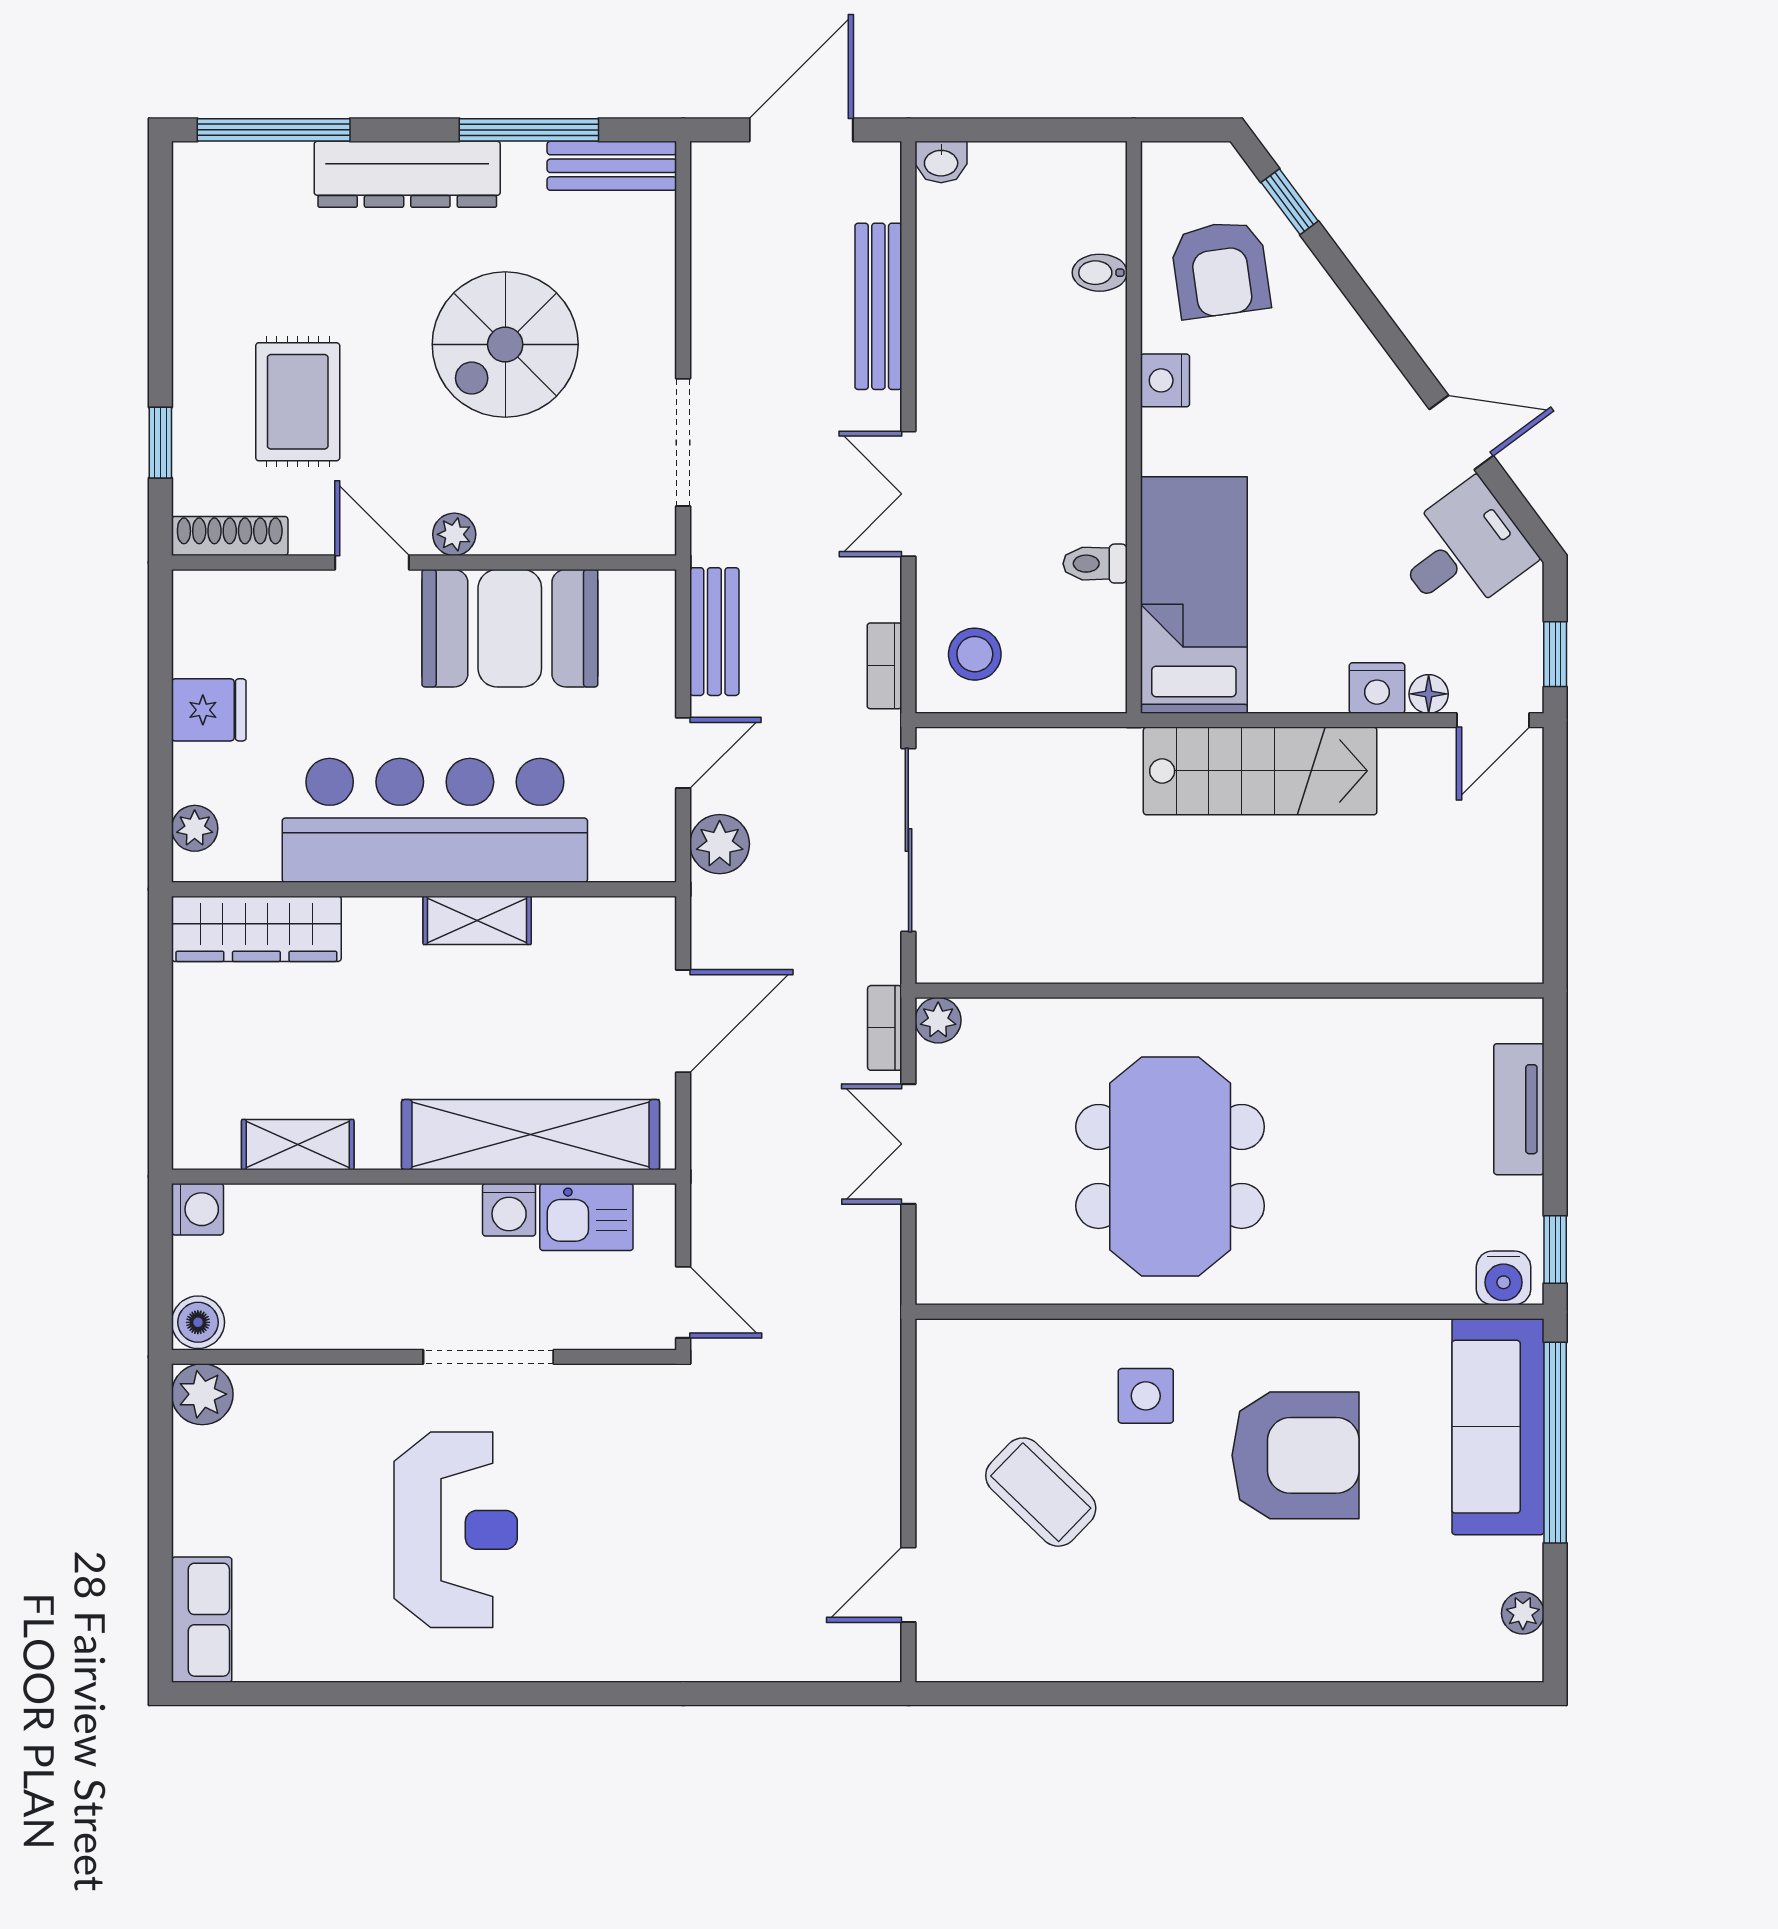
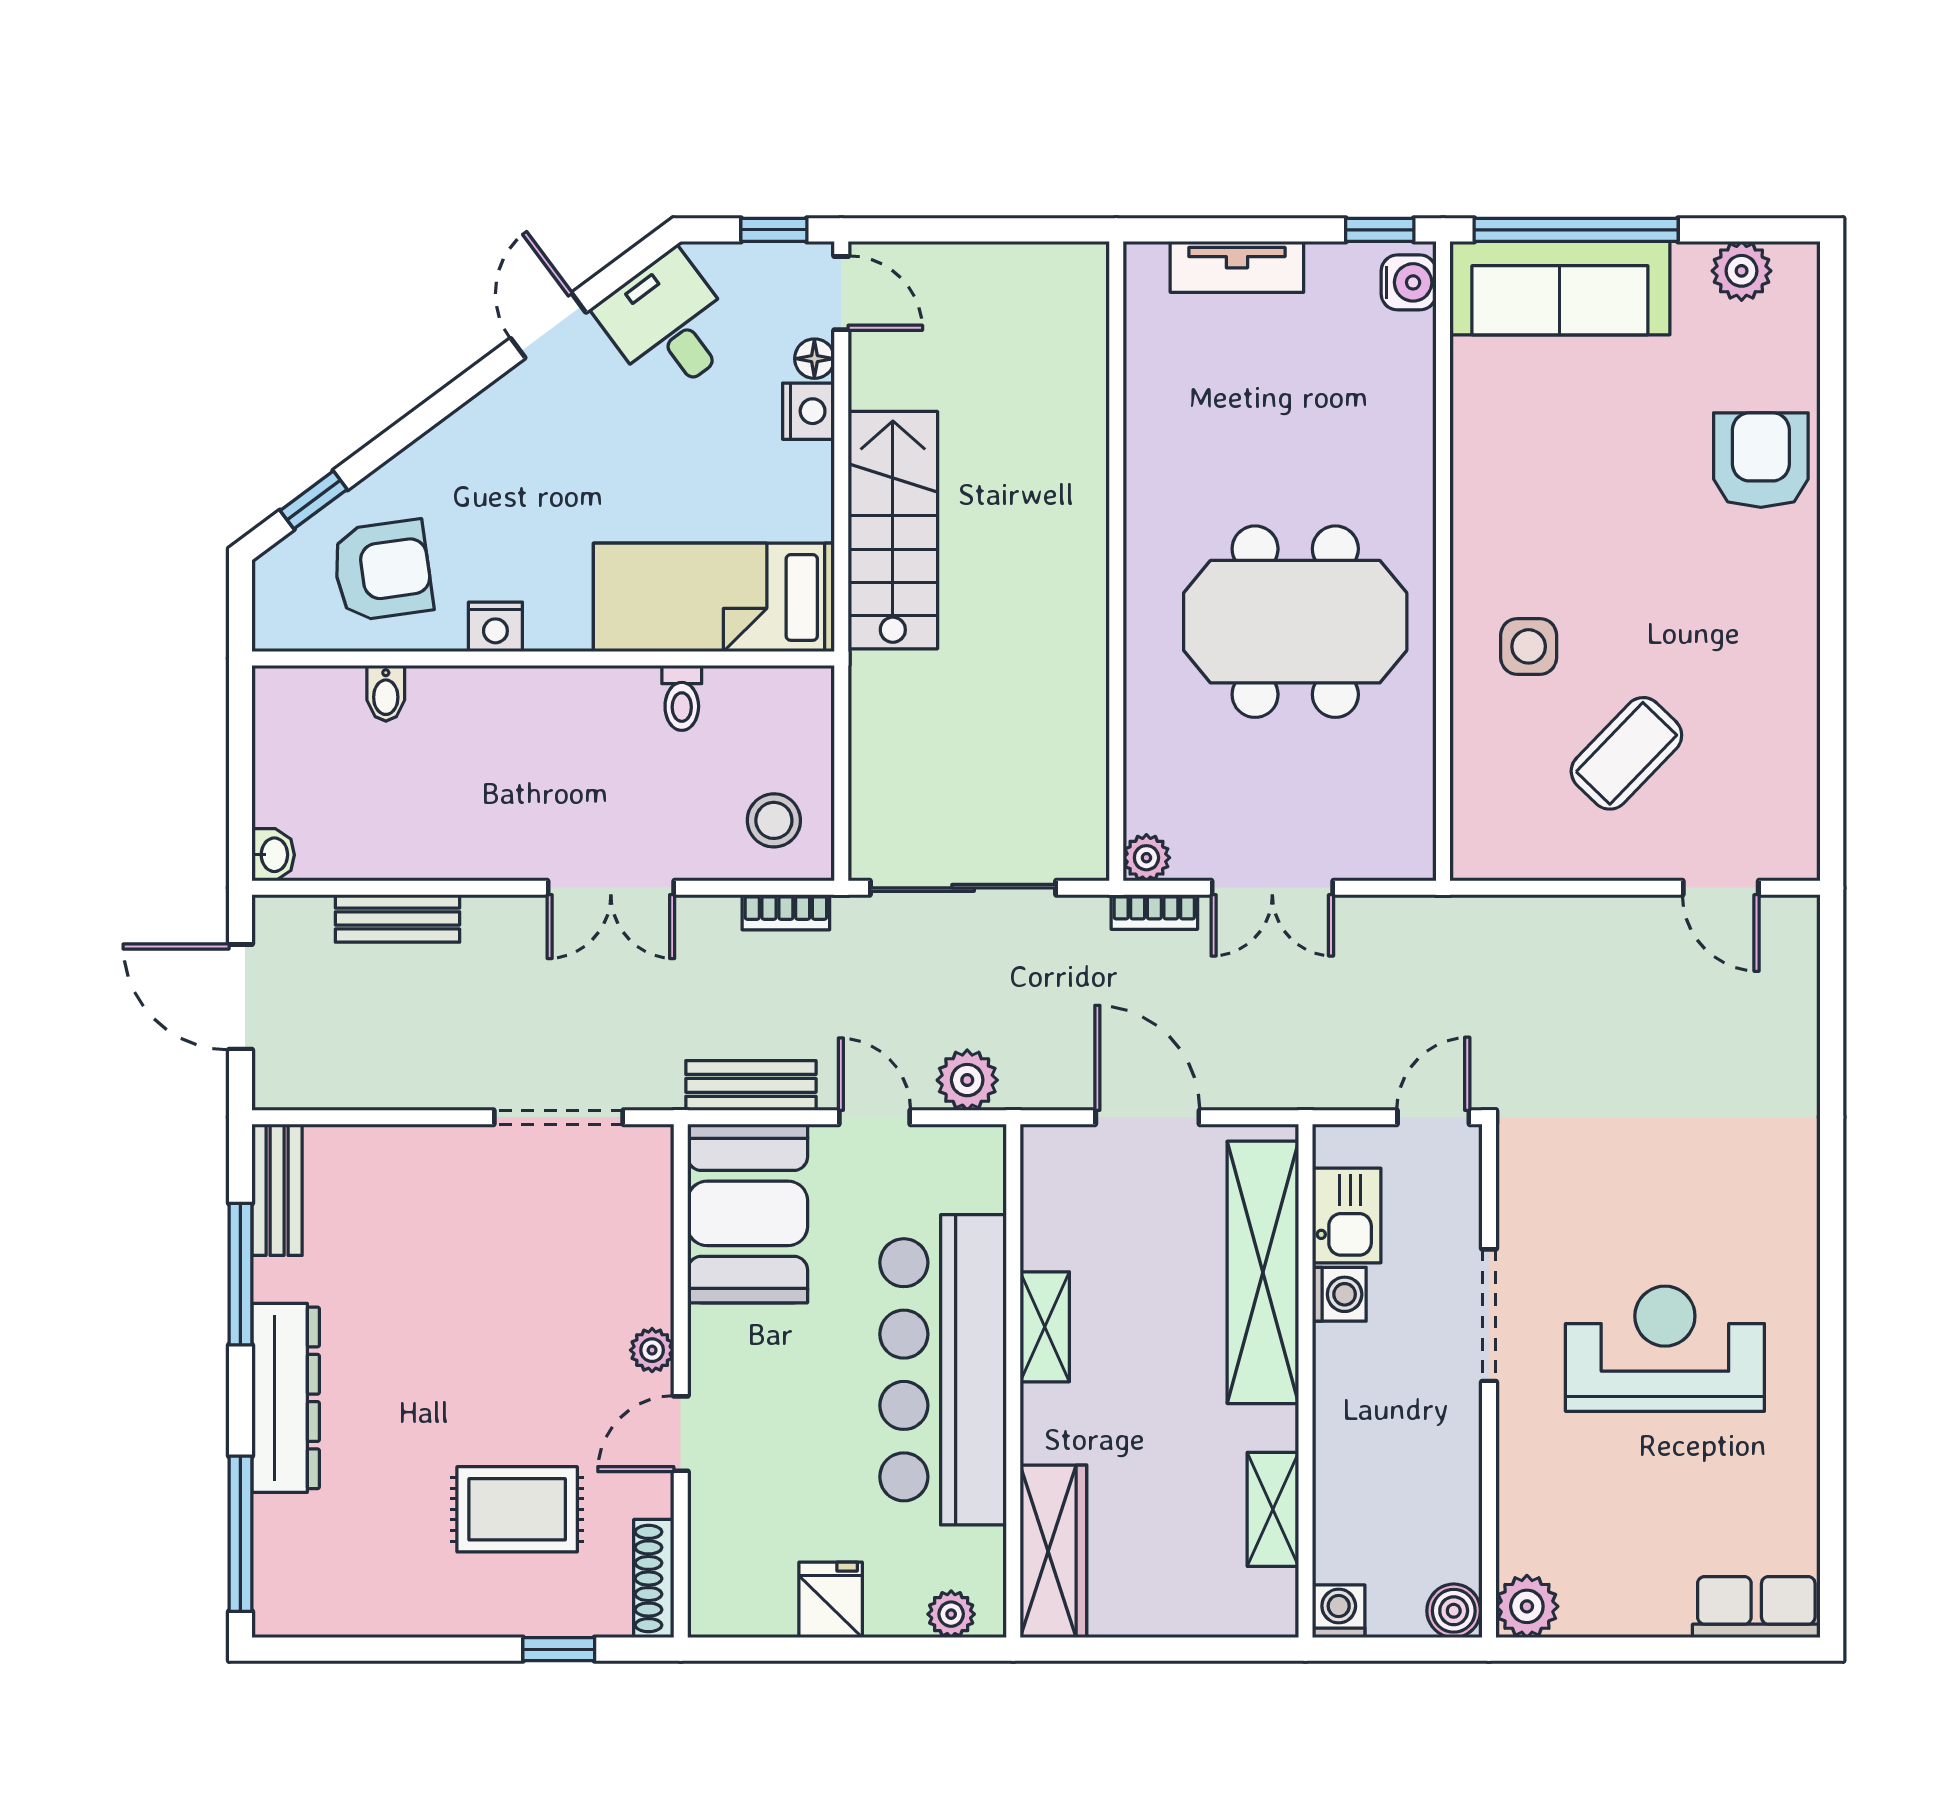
bench: (878, 306) -> (397, 918), width x0.73
spiral stairs: (505, 344) -> (459, 1298), removed
booth: (510, 628) -> (748, 1213), moved
armchair: (1296, 1455) -> (1761, 460), moved, width x0.73, depth x0.73
plant: (1523, 1613) -> (1742, 271), width x1.38, depth x1.38

